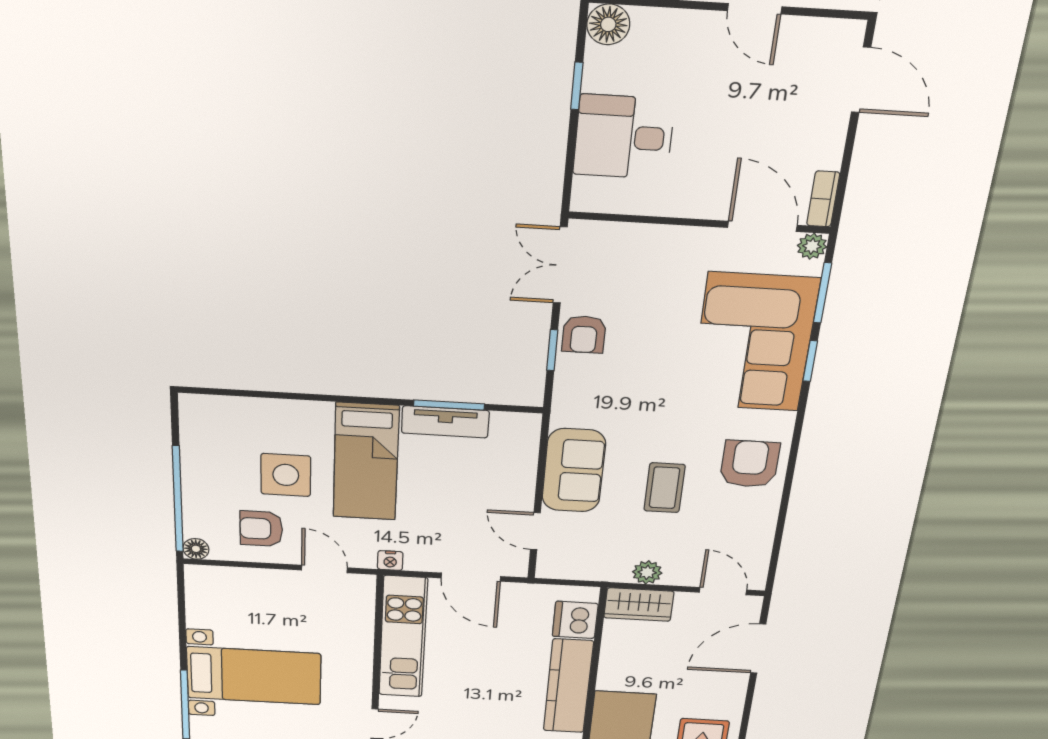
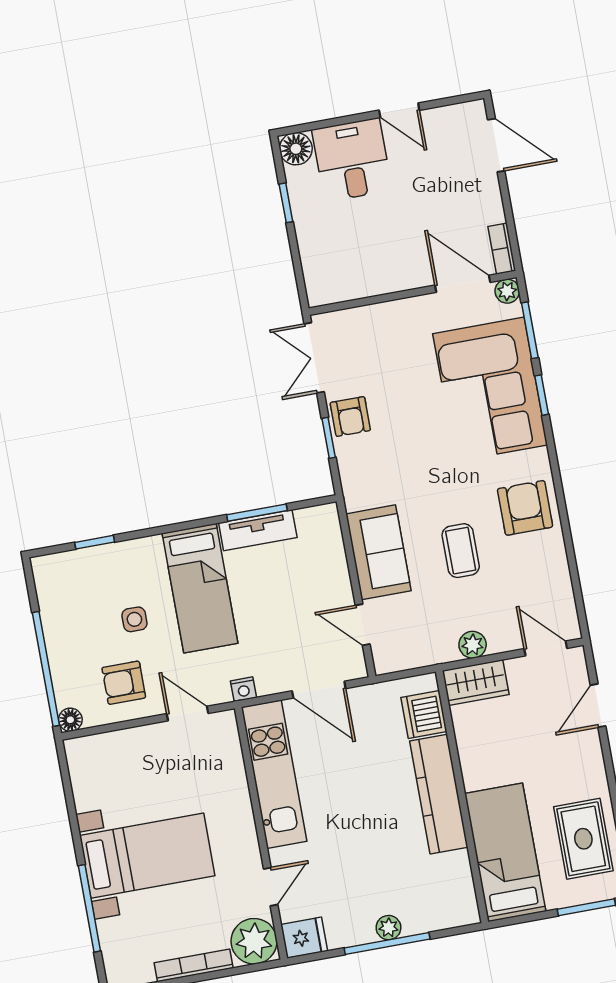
desk: (624, 137) -> (352, 160), moved, turned 90
window: (256, 394) -> (95, 542), added
side table: (286, 475) -> (134, 619), width x0.54, depth x0.54
door: (758, 649) -> (598, 706), width x0.73

